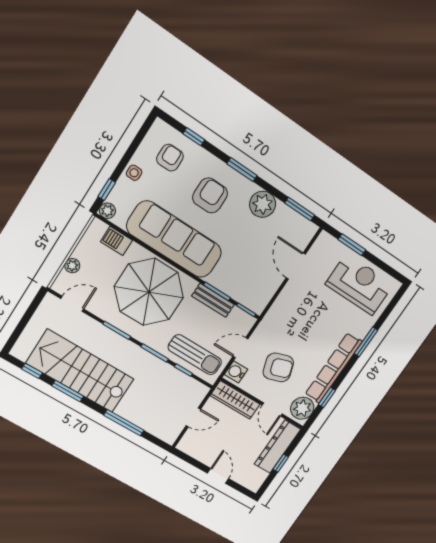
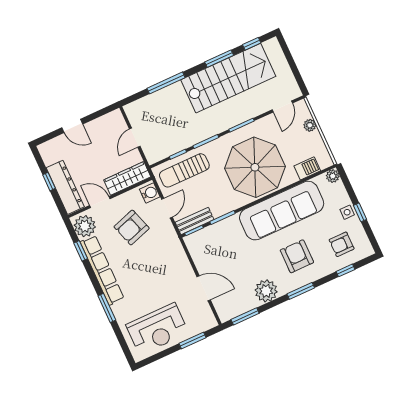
armchair: (170, 158) -> (342, 244), turned 90
window: (107, 190) -> (360, 212), moved
armchair: (210, 195) -> (297, 256), turned 180
bench: (213, 300) -> (195, 221), moved

